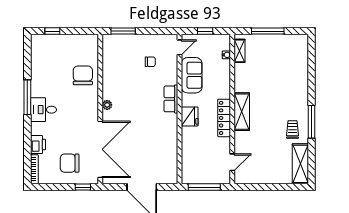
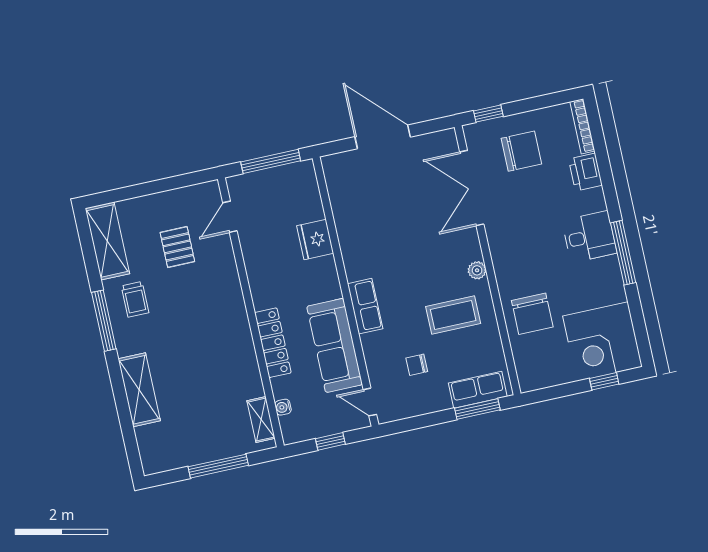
row of seats: (121, 41) -> (478, 390), added
door: (180, 47) -> (370, 402), hinge flipped
corner desk: (49, 52) -> (602, 341), added
sofa: (192, 75) -> (335, 345), width x1.36
coffee table: (125, 84) -> (453, 315), added
shelving: (242, 112) -> (139, 390), moved
fridge: (190, 116) -> (315, 240), moved
locker: (224, 118) -> (273, 343), moved
double door: (100, 149) -> (472, 188), width x0.73
pallet: (264, 152) -> (177, 247), added

